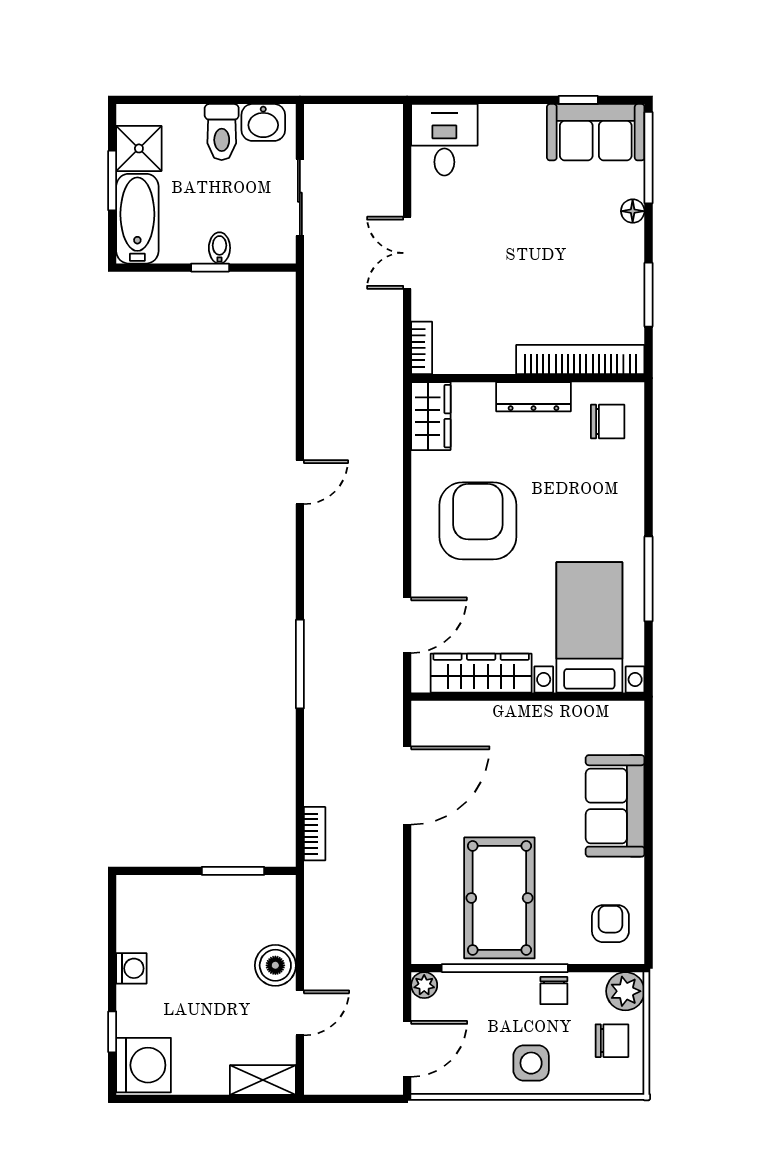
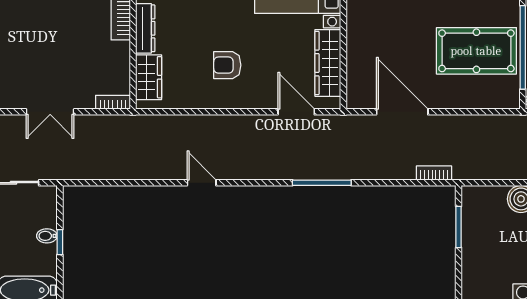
wardrobe: (431, 416) -> (149, 77), moved, turned 90
armchair: (478, 521) -> (227, 65), width x0.53, depth x0.53

